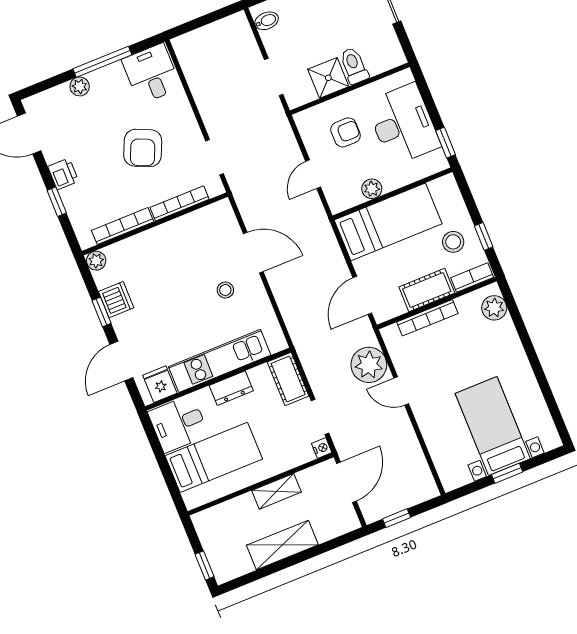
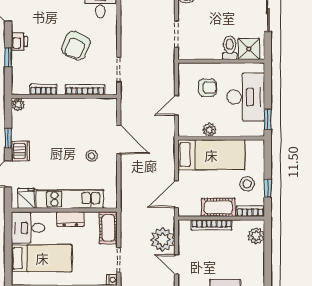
shower: (328, 78) -> (249, 49), moved
bookcase: (123, 226) -> (43, 89), width x0.64
dishwasher: (116, 300) -> (20, 151), moved

